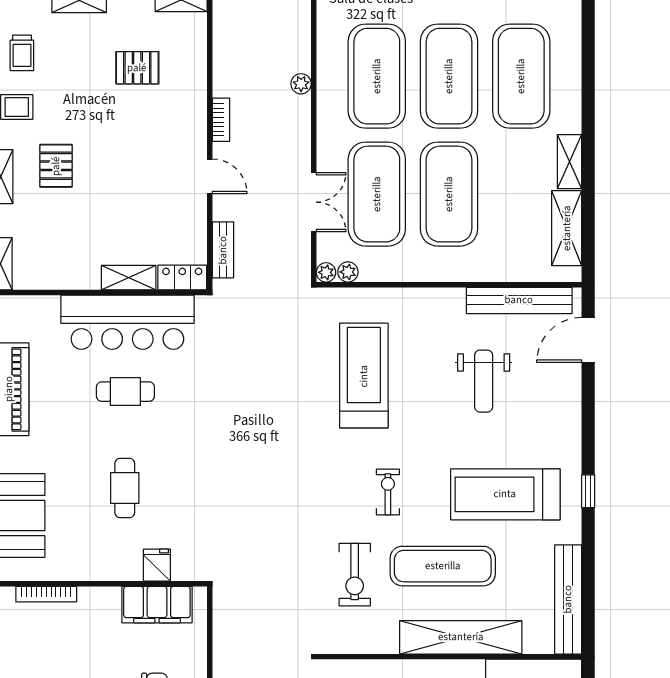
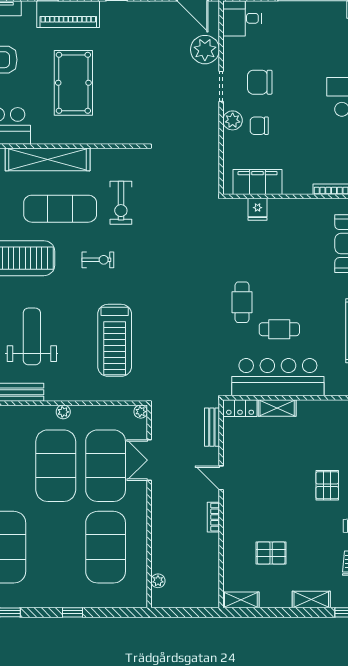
exercise mat: (449, 76) -> (56, 547), removed
plant: (301, 84) -> (158, 581), moved
plant: (348, 272) -> (63, 412), moved
weight bench: (484, 381) -> (32, 336), width x1.36, depth x1.33
cafe table: (125, 488) -> (242, 302), moved
exercise bike: (388, 492) -> (98, 260), turned -90
exercise bike: (355, 575) -> (121, 203), turned 180

